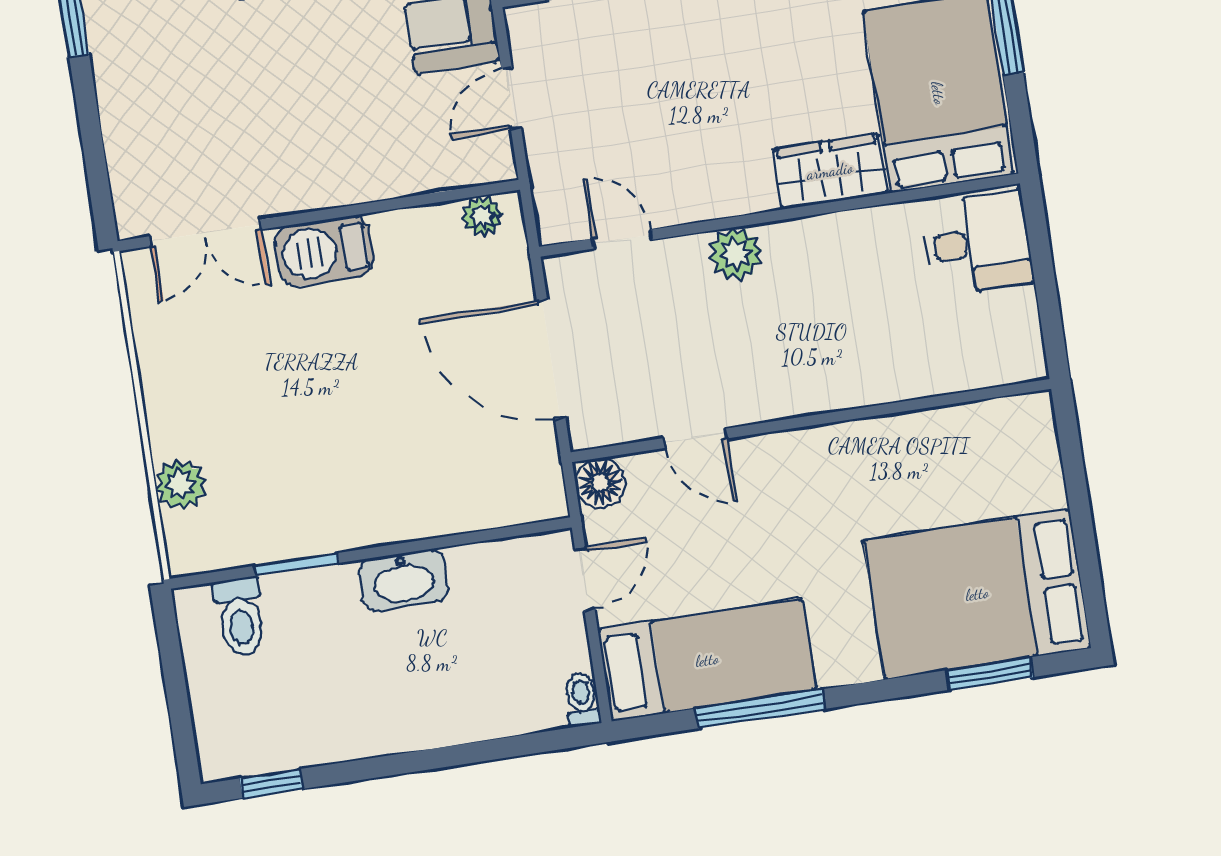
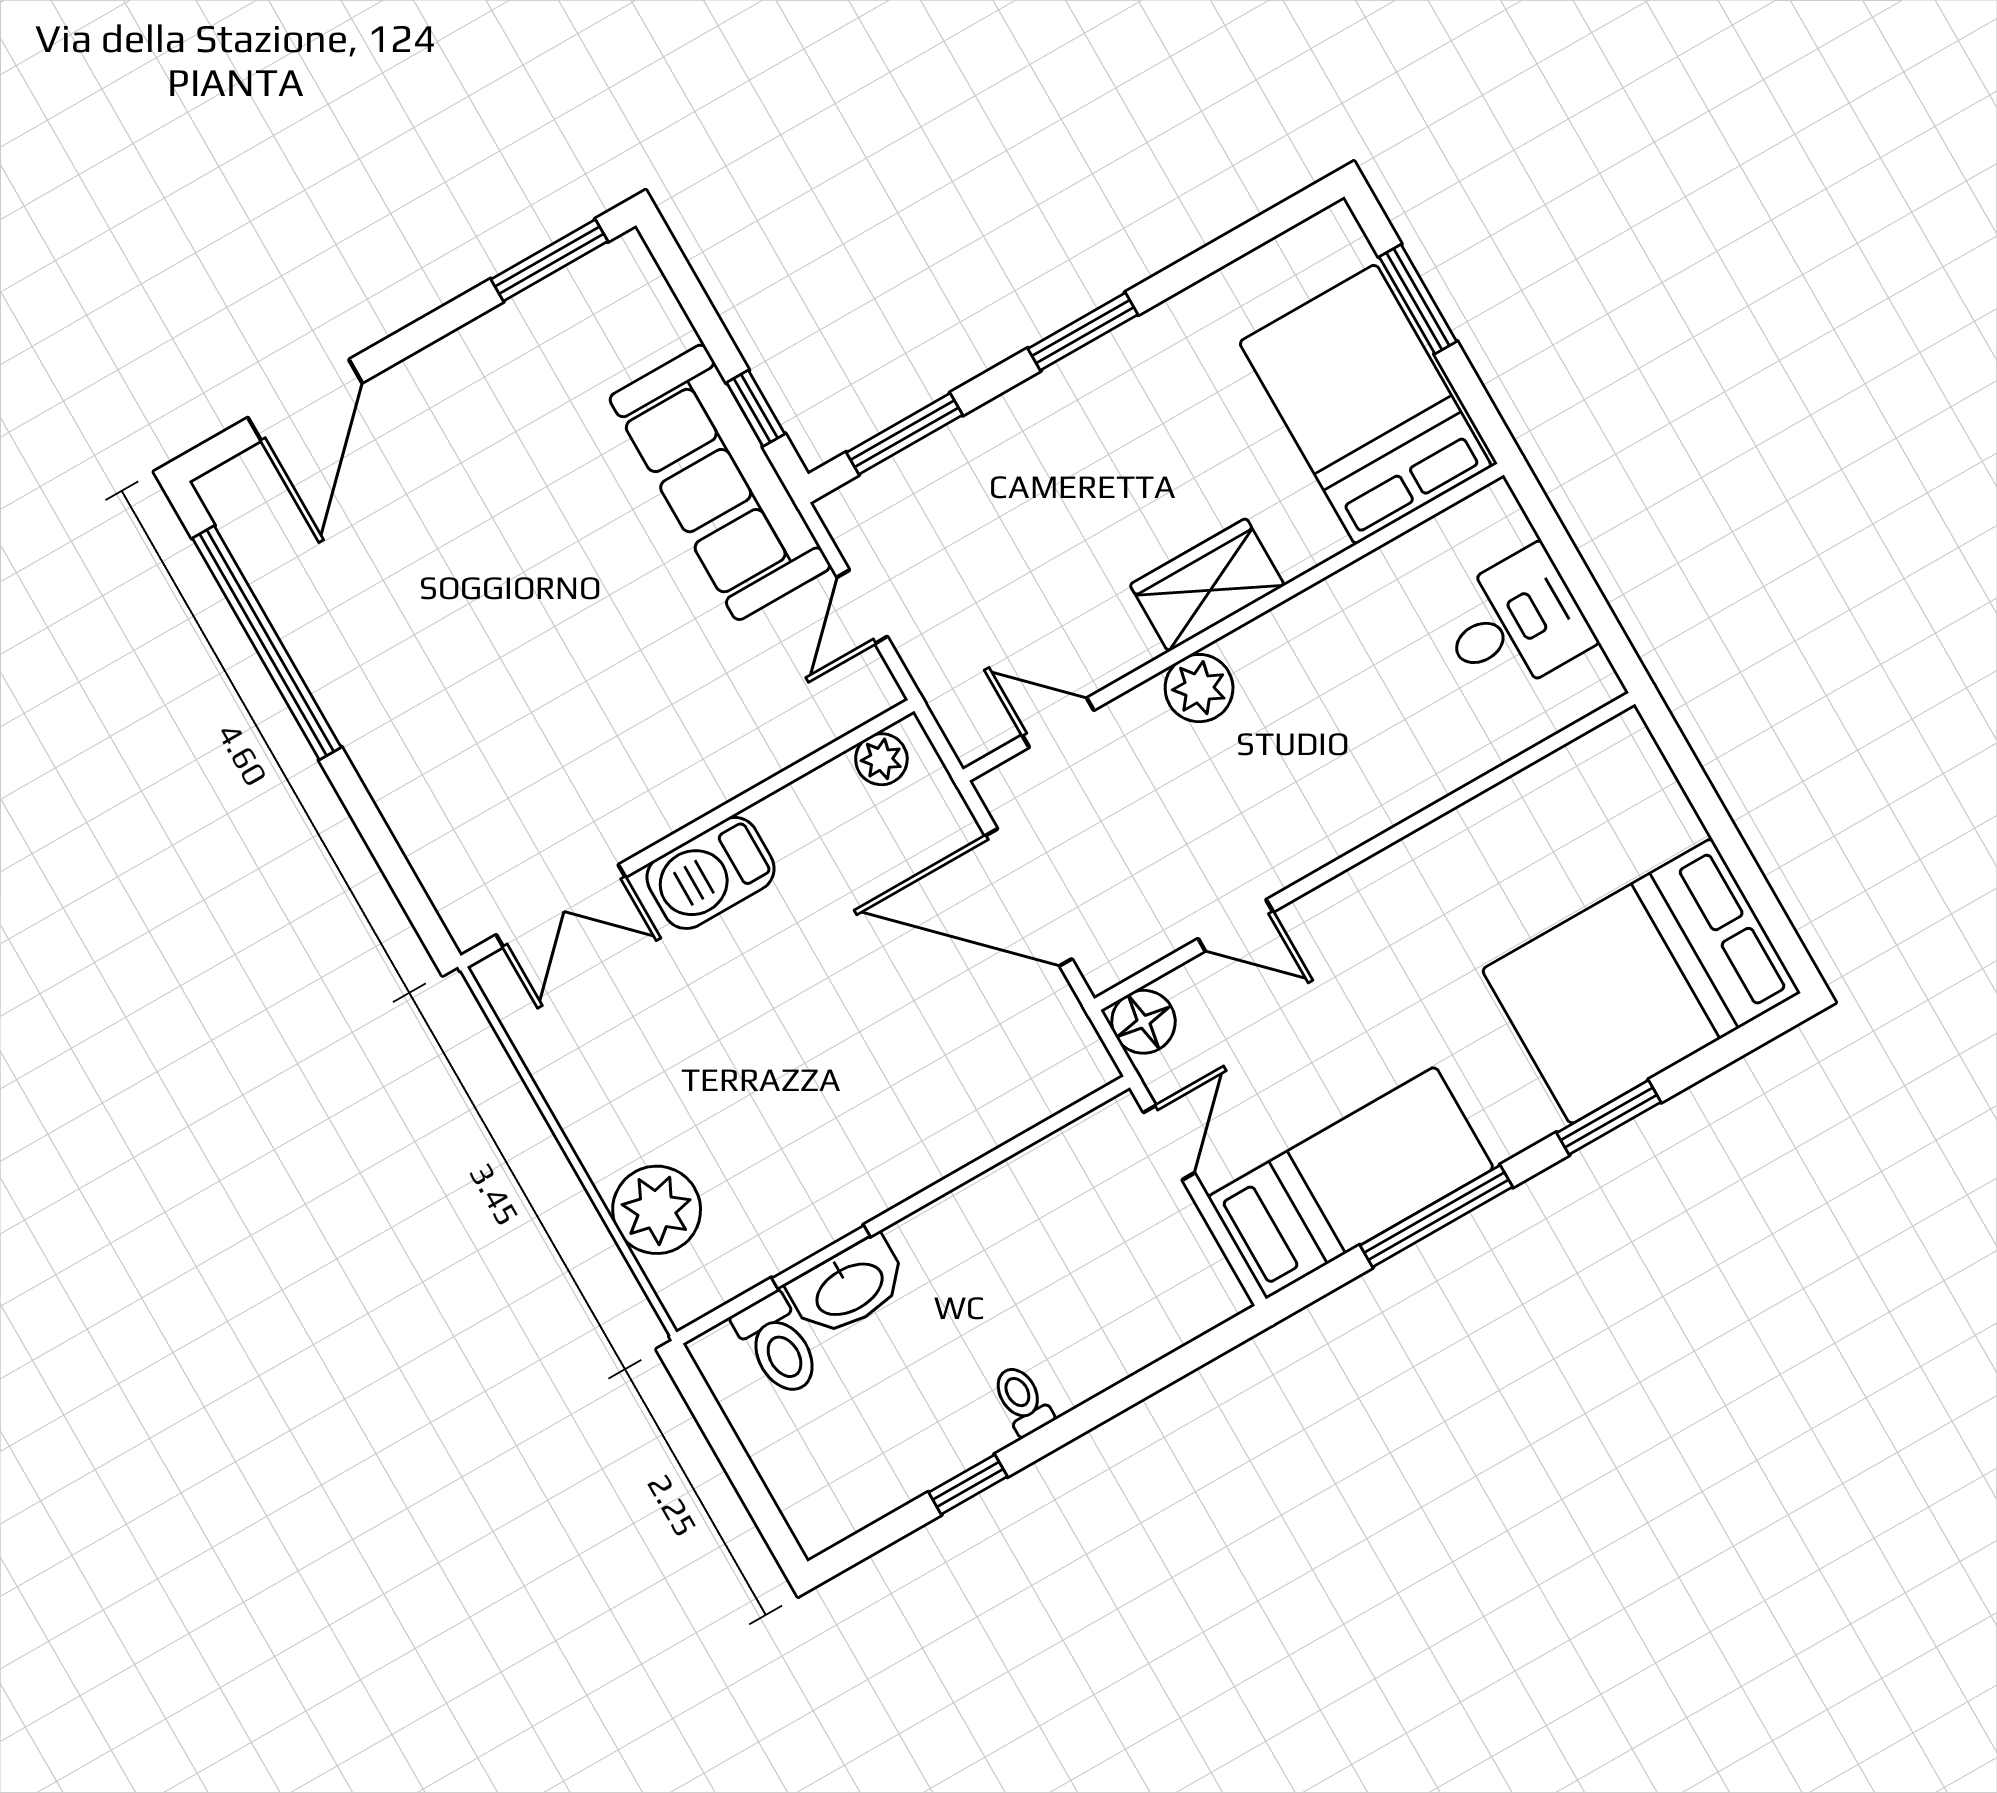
wardrobe: (830, 171) -> (1207, 585), moved
desk: (978, 243) -> (1515, 623), moved
plant: (180, 485) -> (657, 1210), width x1.36, depth x1.36
washbasin: (403, 580) -> (848, 1288), moved
window: (990, 674) -> (1609, 1117), moved
toilet: (582, 699) -> (1022, 1400), moved
window: (271, 784) -> (968, 1484), moved

